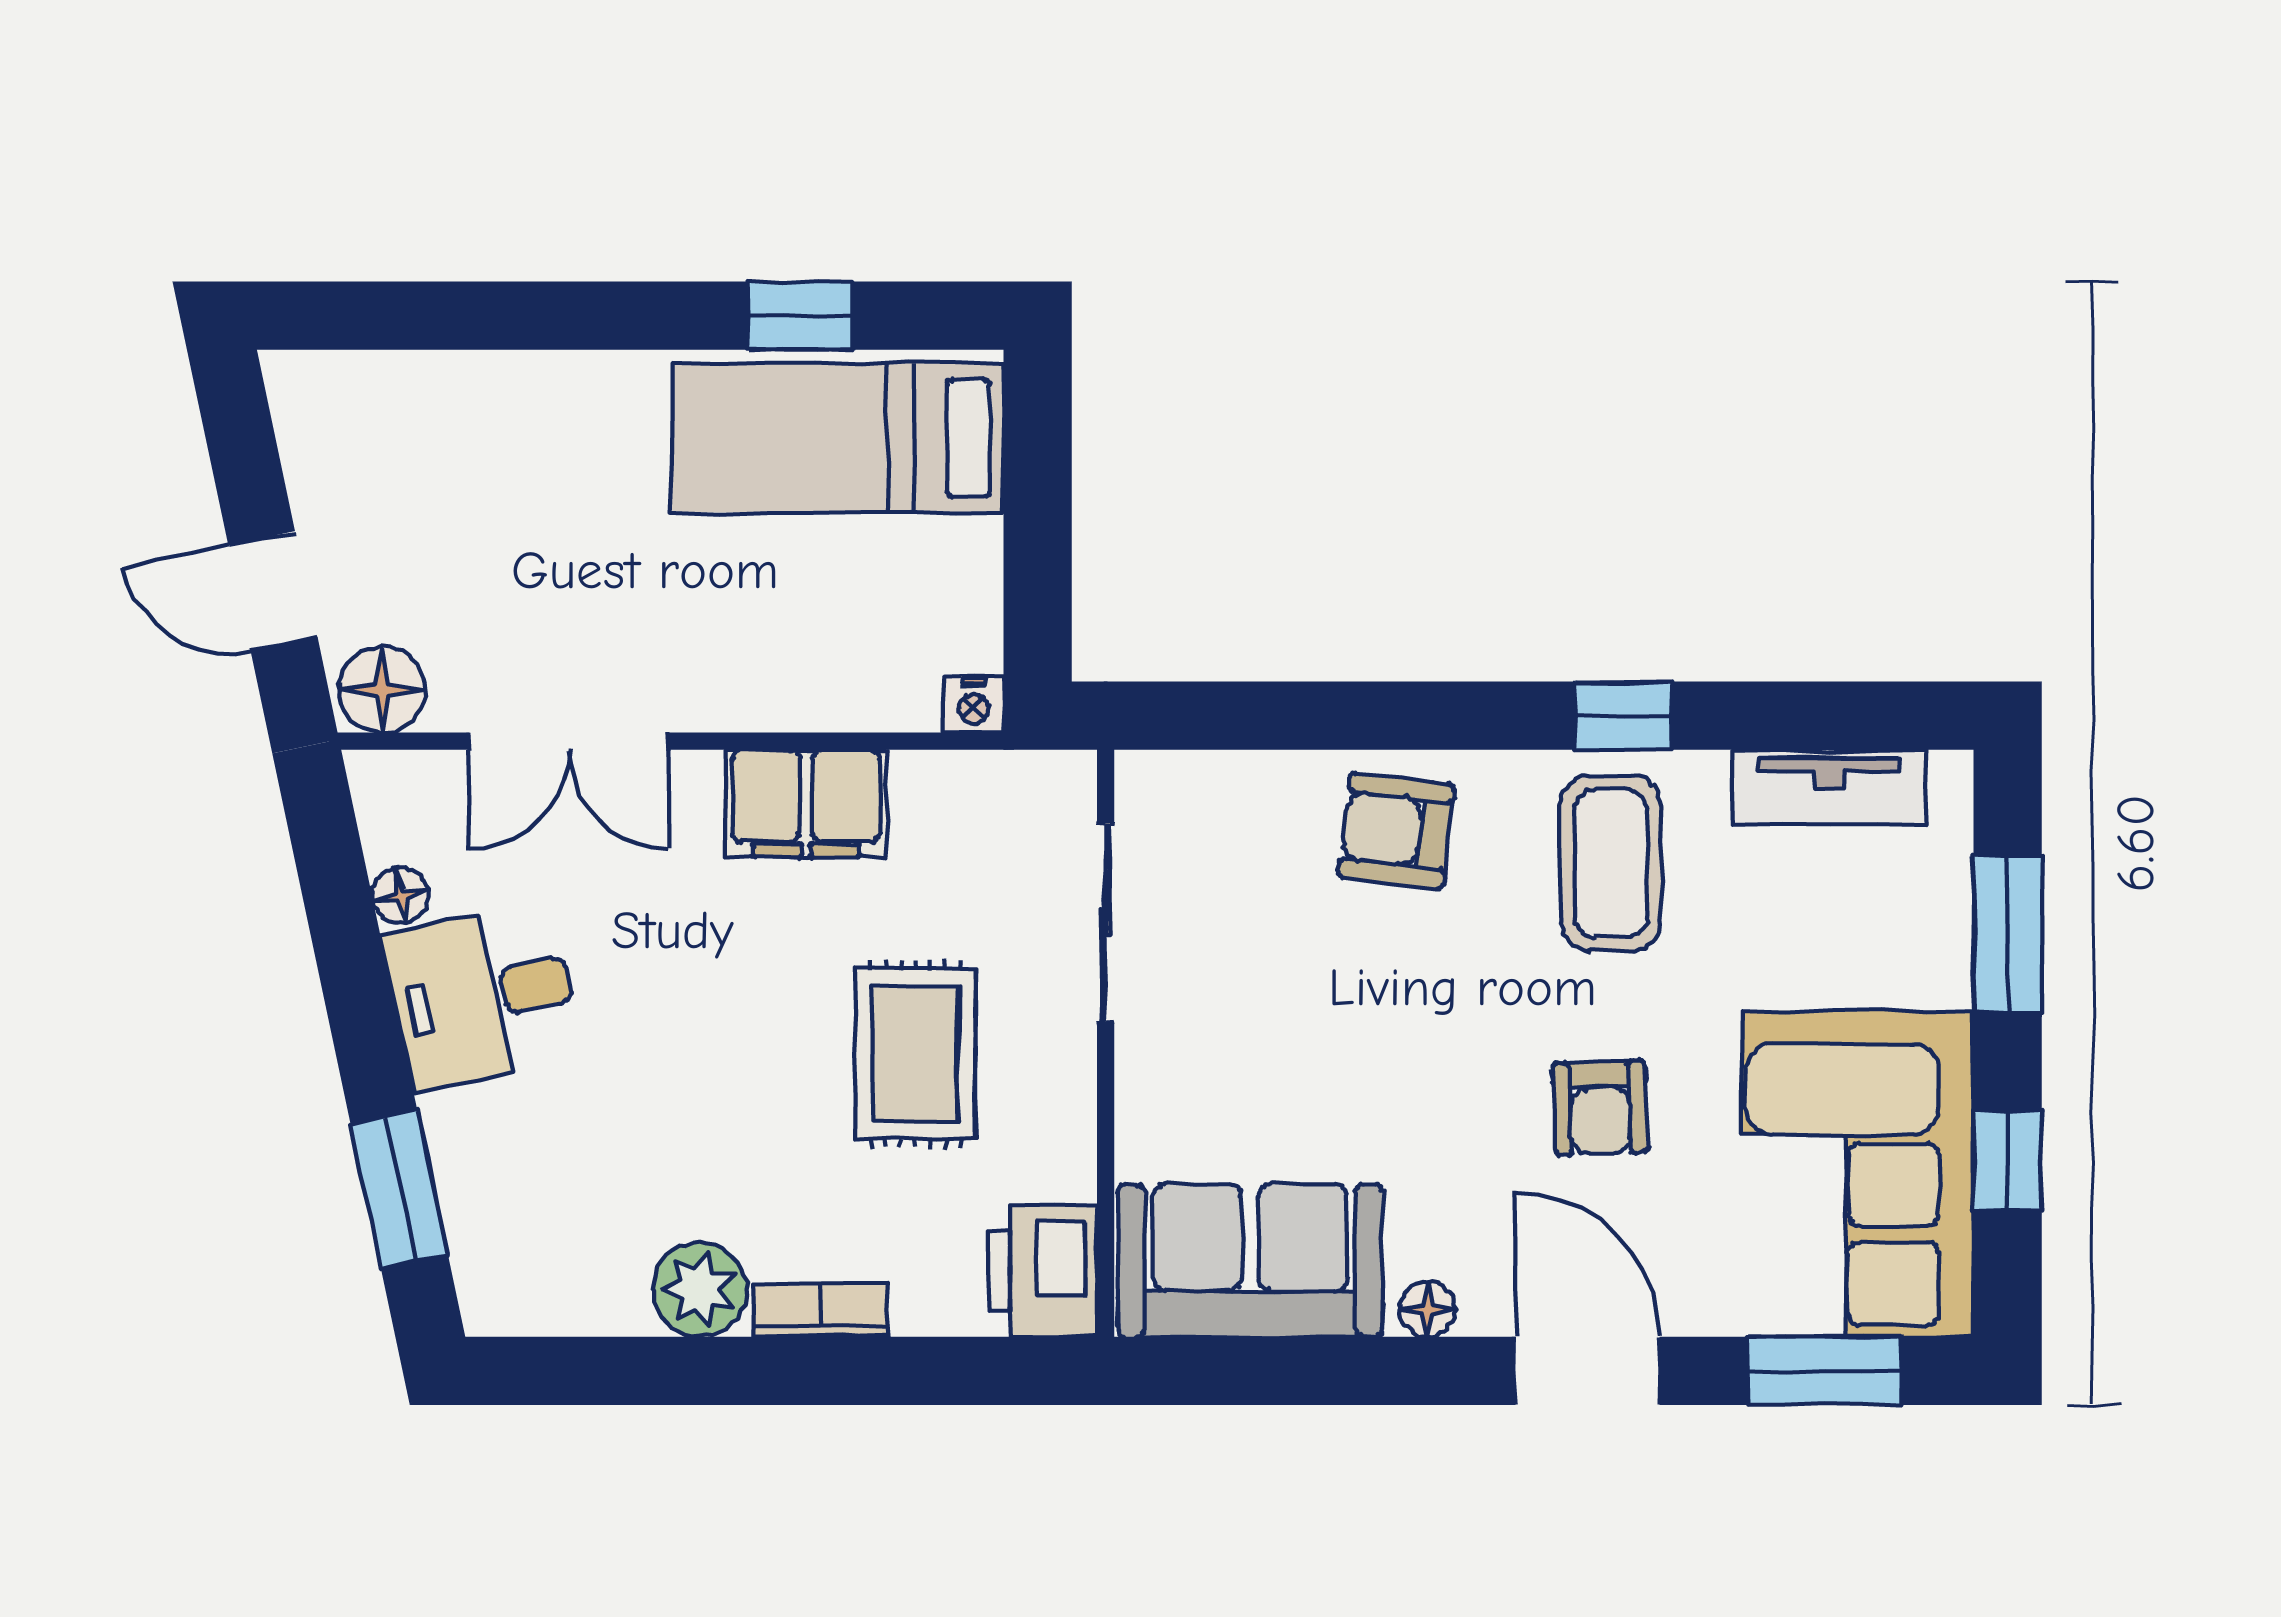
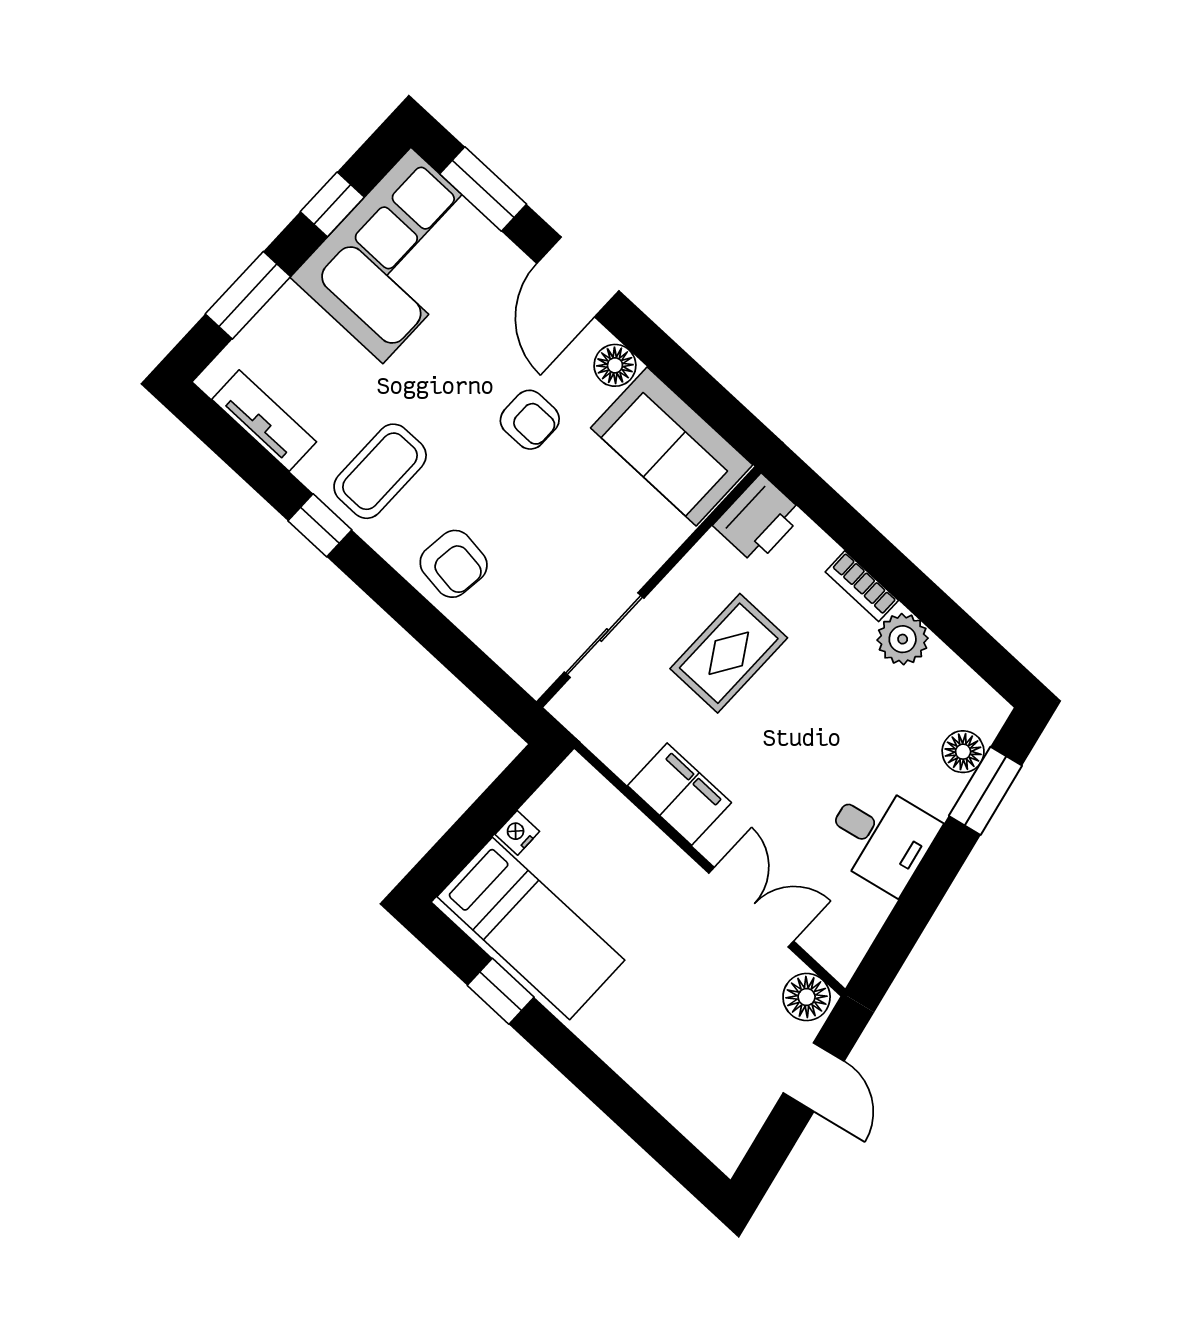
nightstand: (974, 704) -> (517, 833), moved, turned -90
floor lamp: (400, 896) -> (963, 752), moved, width x1.37, depth x1.37
armchair: (1600, 1108) -> (530, 420), moved, turned 92
floor lamp: (1427, 1309) -> (615, 365), width x1.37, depth x1.37

